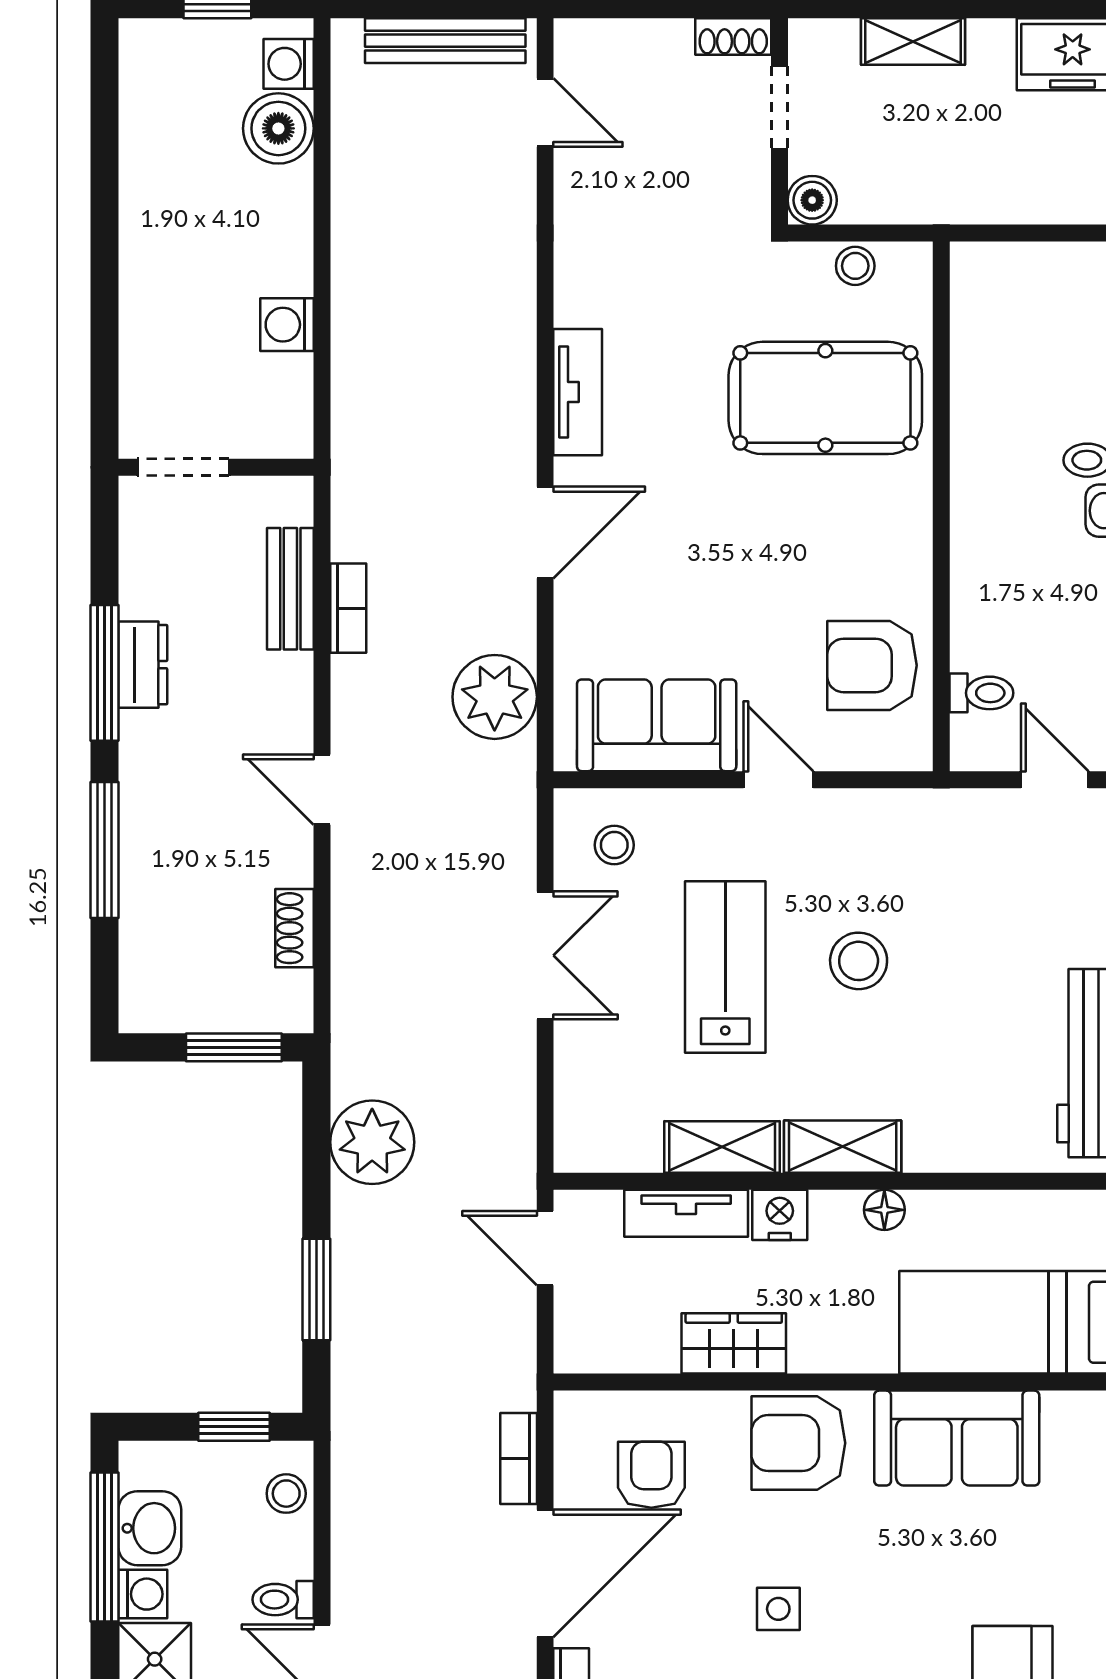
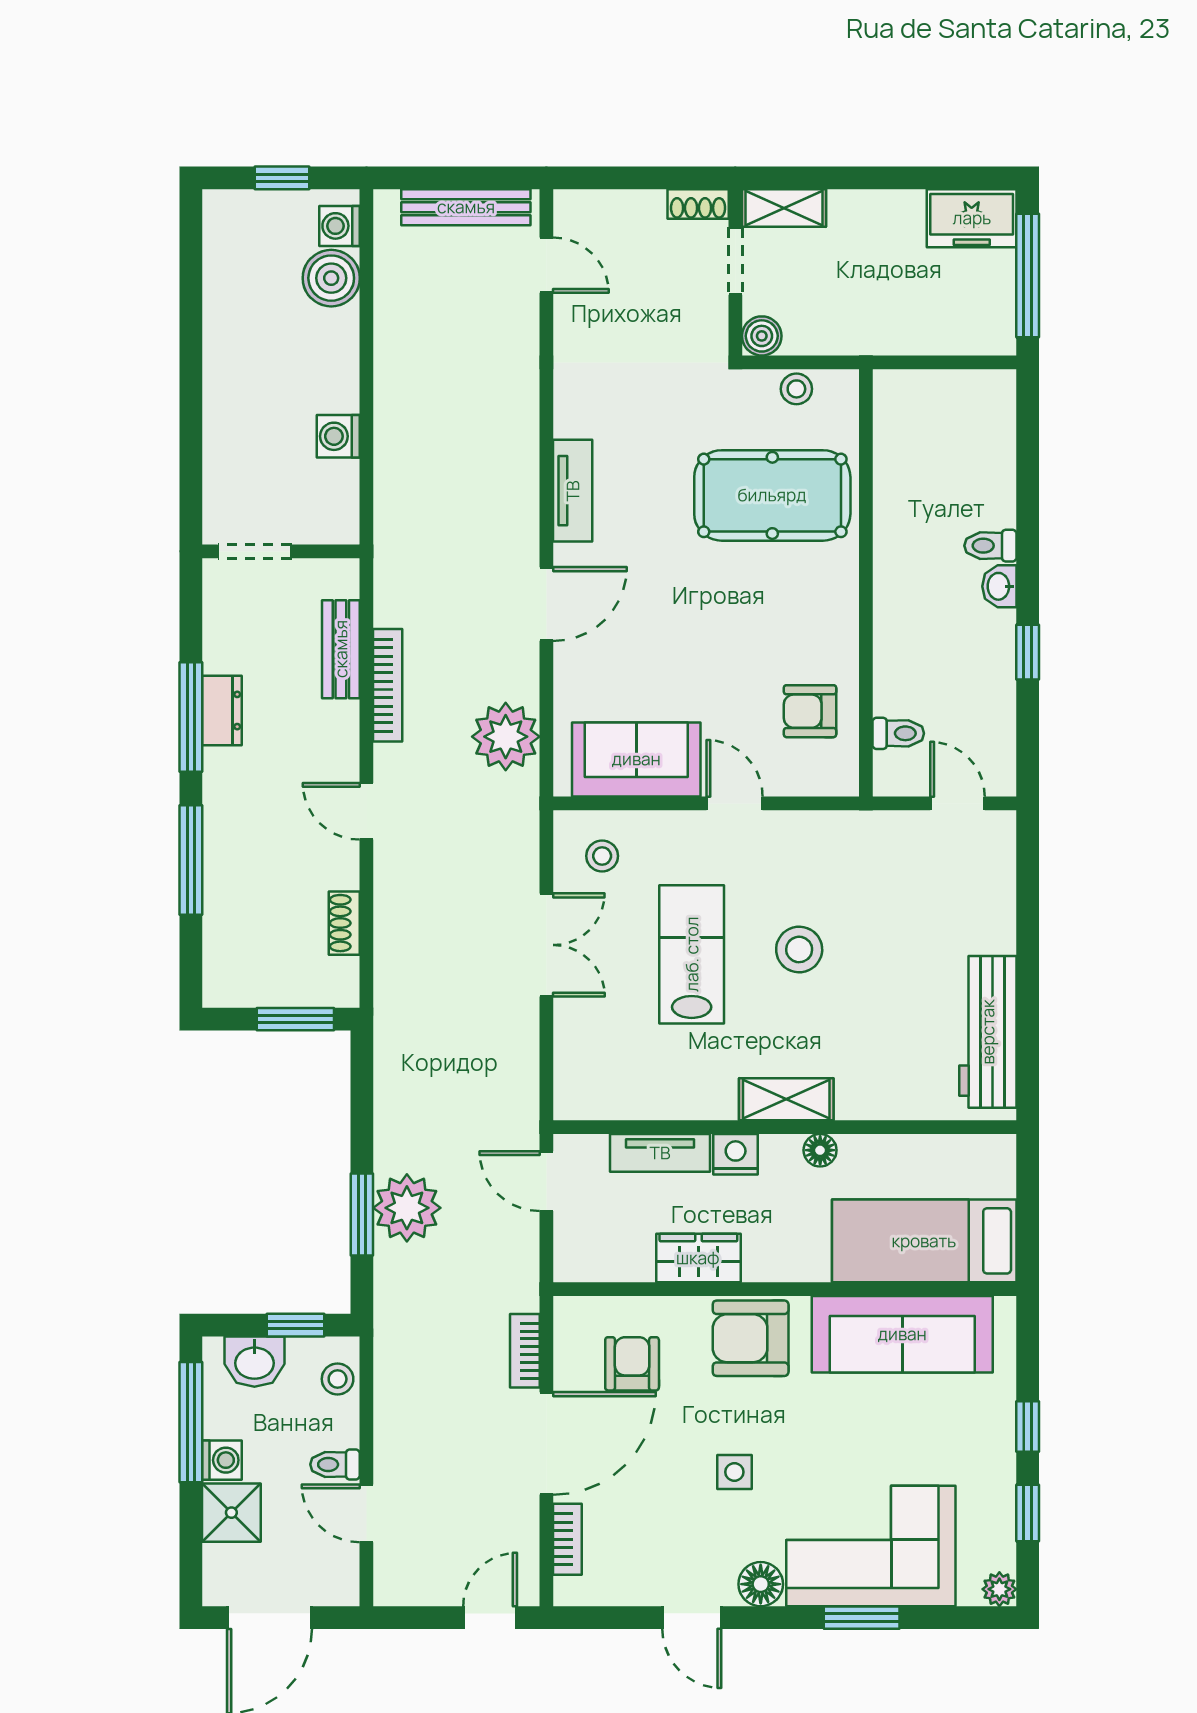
shelving: (913, 42) -> (784, 208), moved
bookcase: (348, 608) -> (388, 685), width x1.56
armchair: (872, 665) -> (810, 711), width x0.72, depth x0.72
plant: (372, 1142) -> (407, 1208), moved
shelving: (722, 1147) -> (689, 1100), removed
sofa: (957, 1438) -> (902, 1334), width x1.36
washbasin: (150, 1528) -> (254, 1362), moved, turned 90

